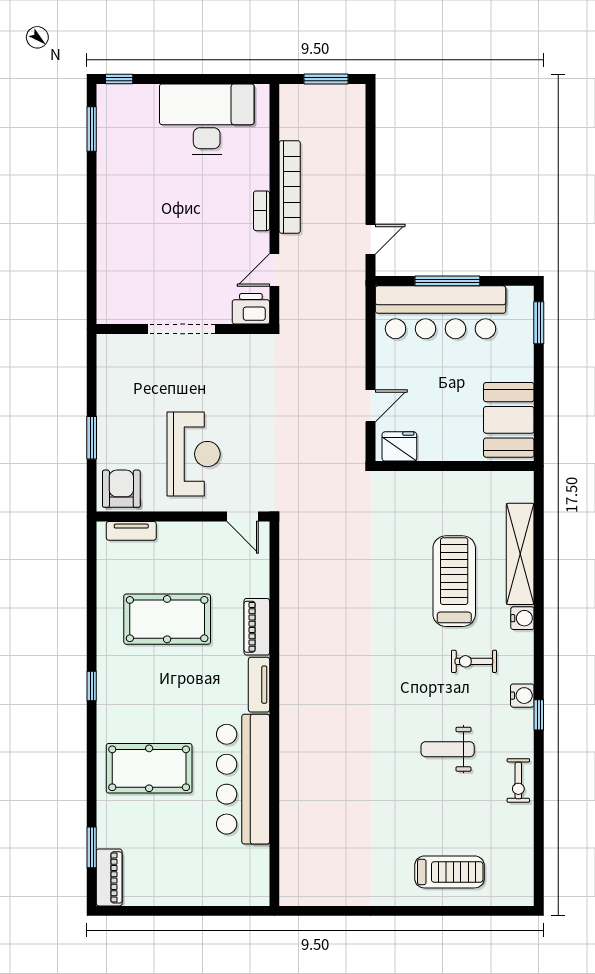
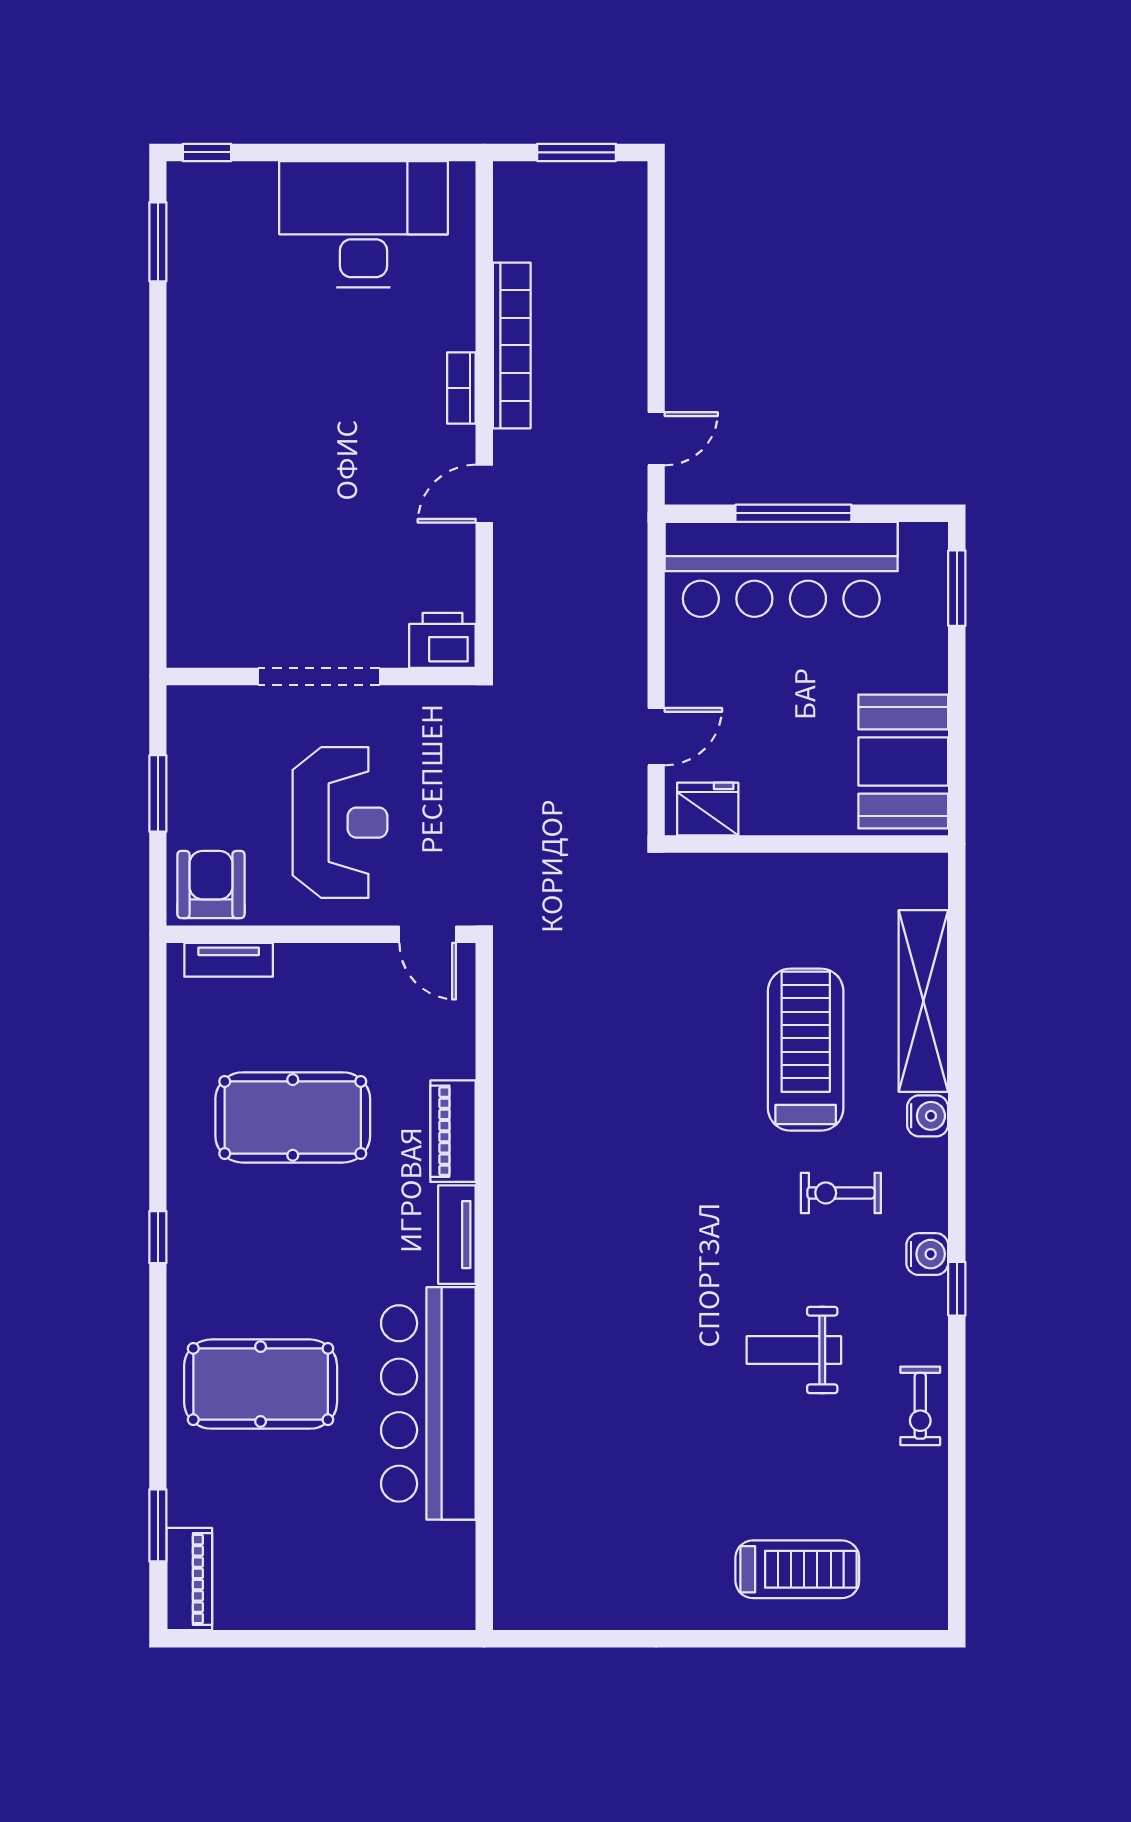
printer: (251, 309) -> (442, 640), moved
doorway: (182, 329) -> (319, 676), moved
wall: (183, 329) -> (321, 676), moved

